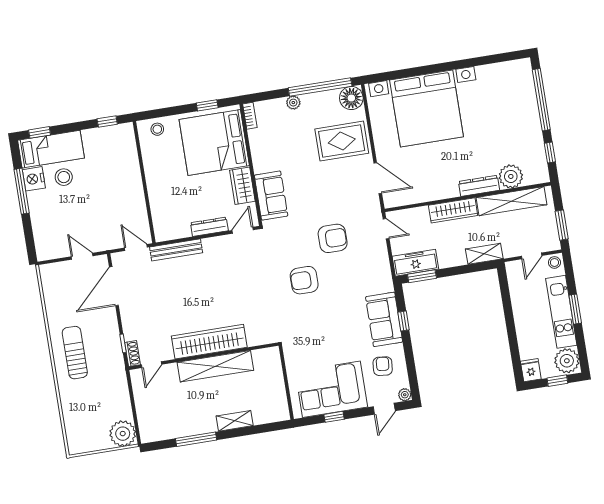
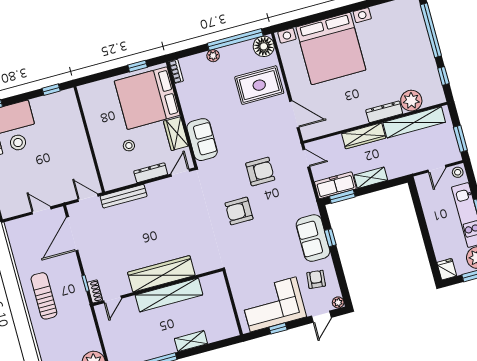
stool: (157, 129) -> (129, 146), moved
shelving: (484, 254) -> (371, 178), moved

